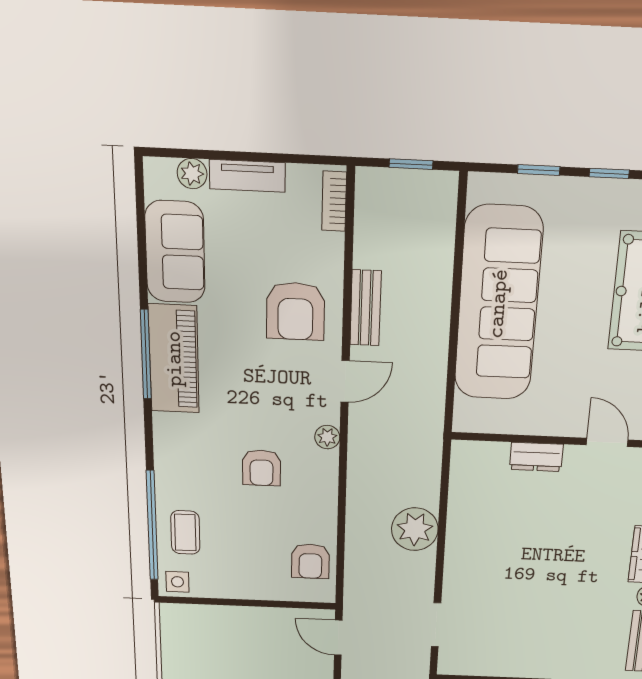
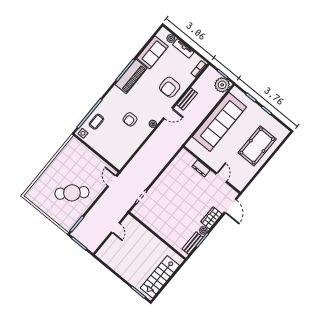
plant: (415, 529) -> (222, 85), moved
armchair: (310, 561) -> (122, 154), removed

